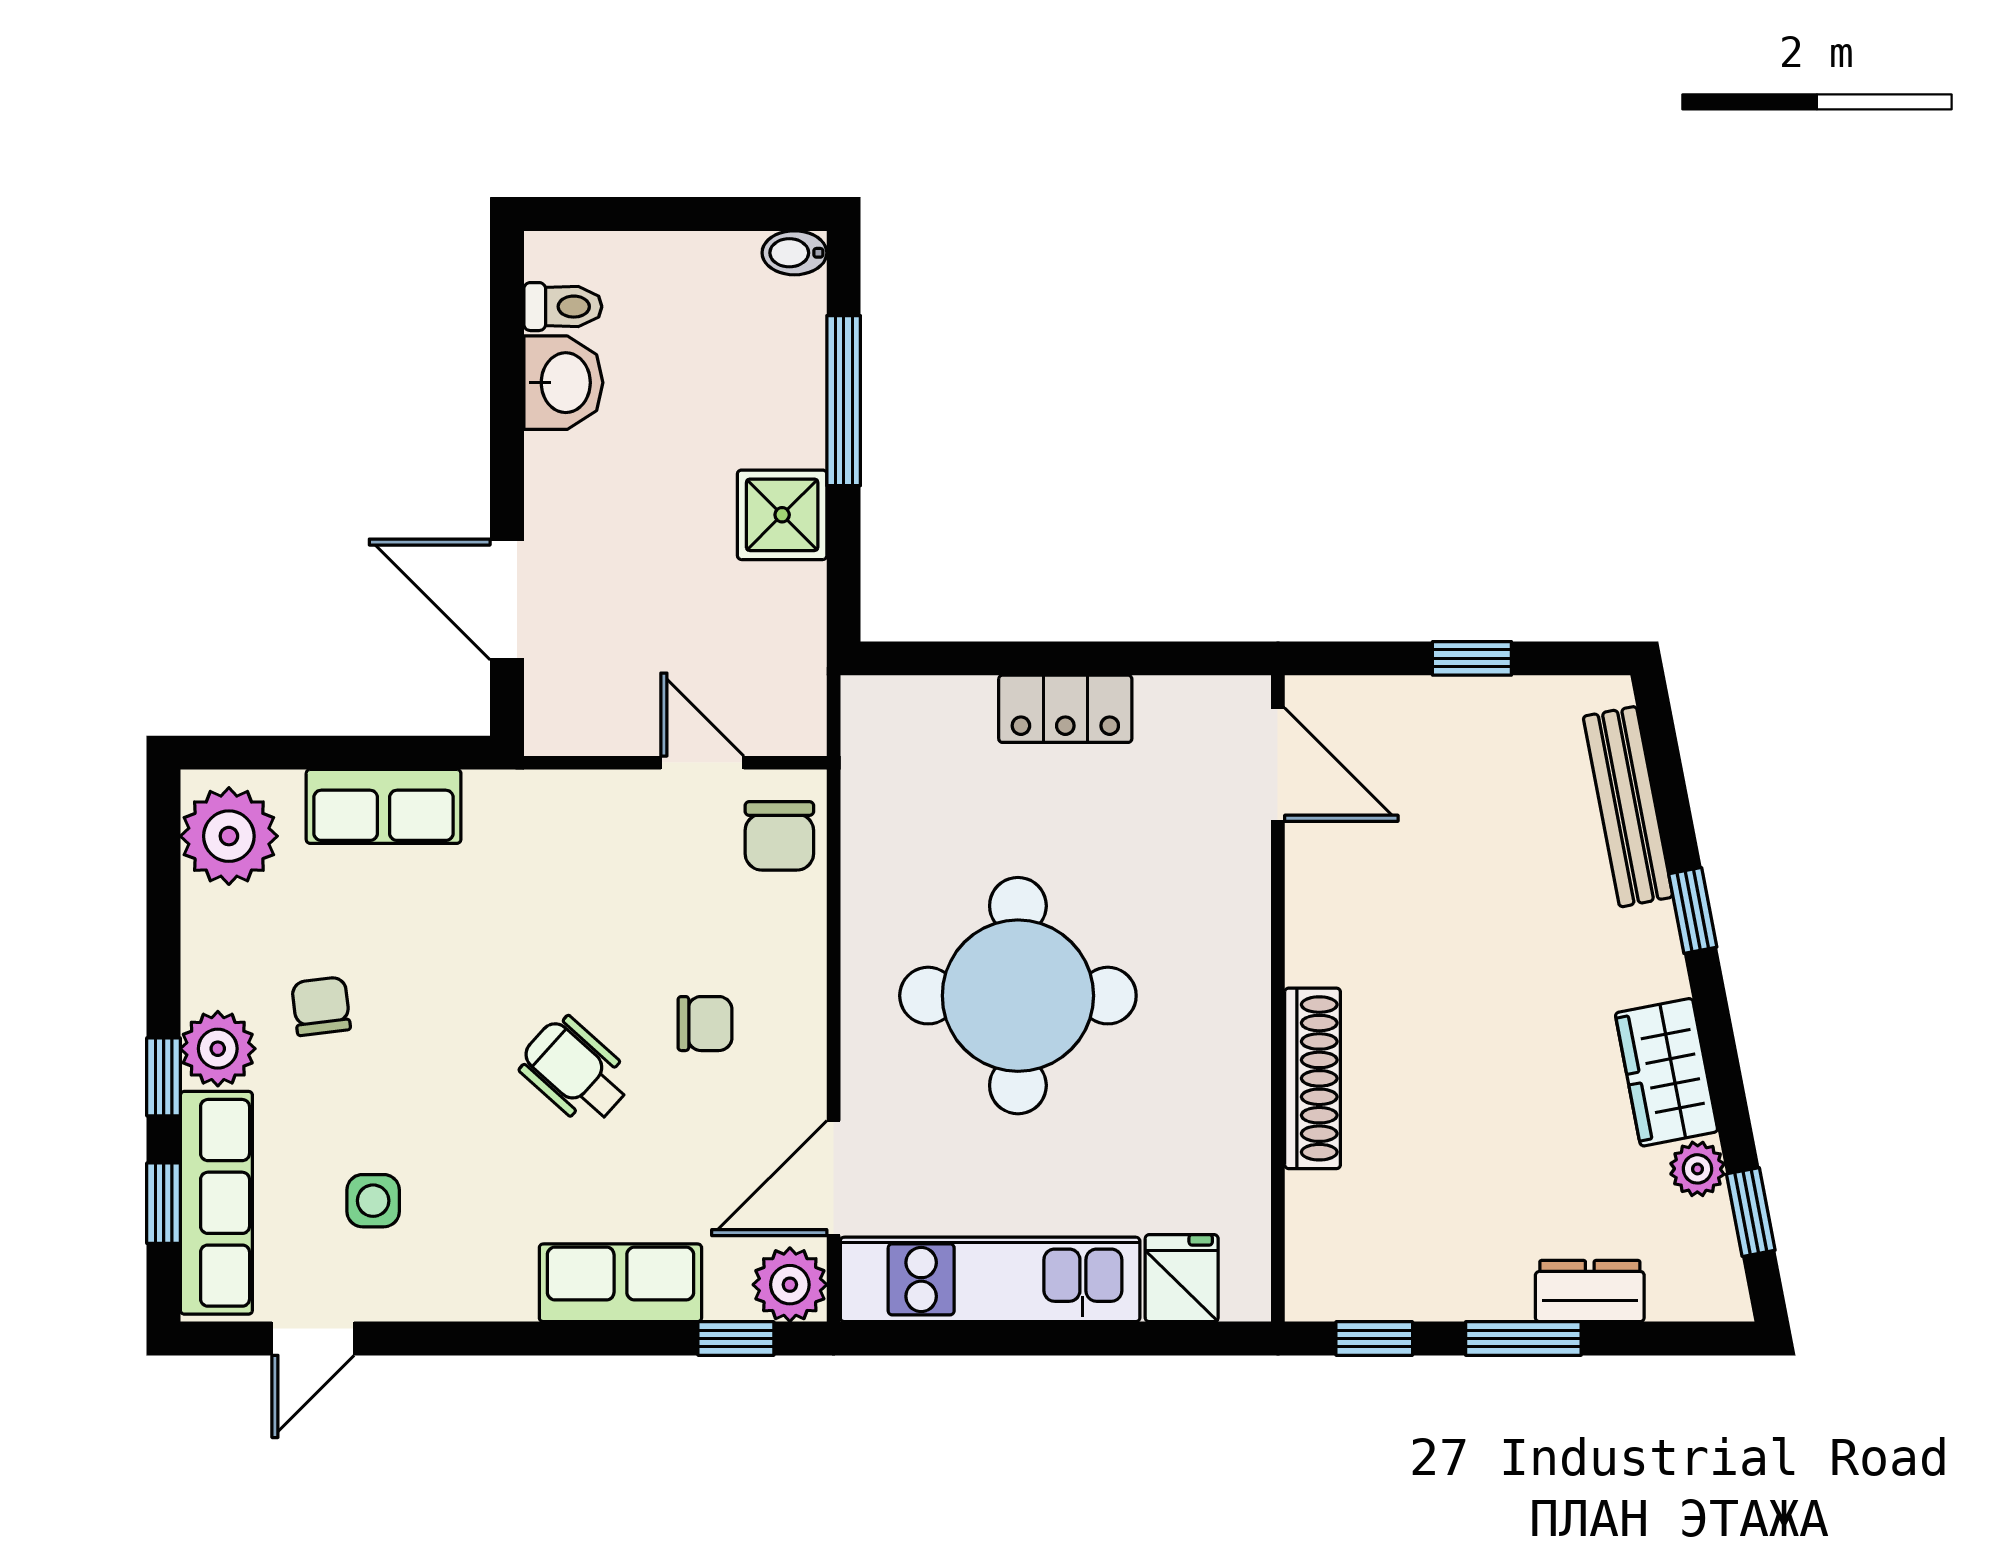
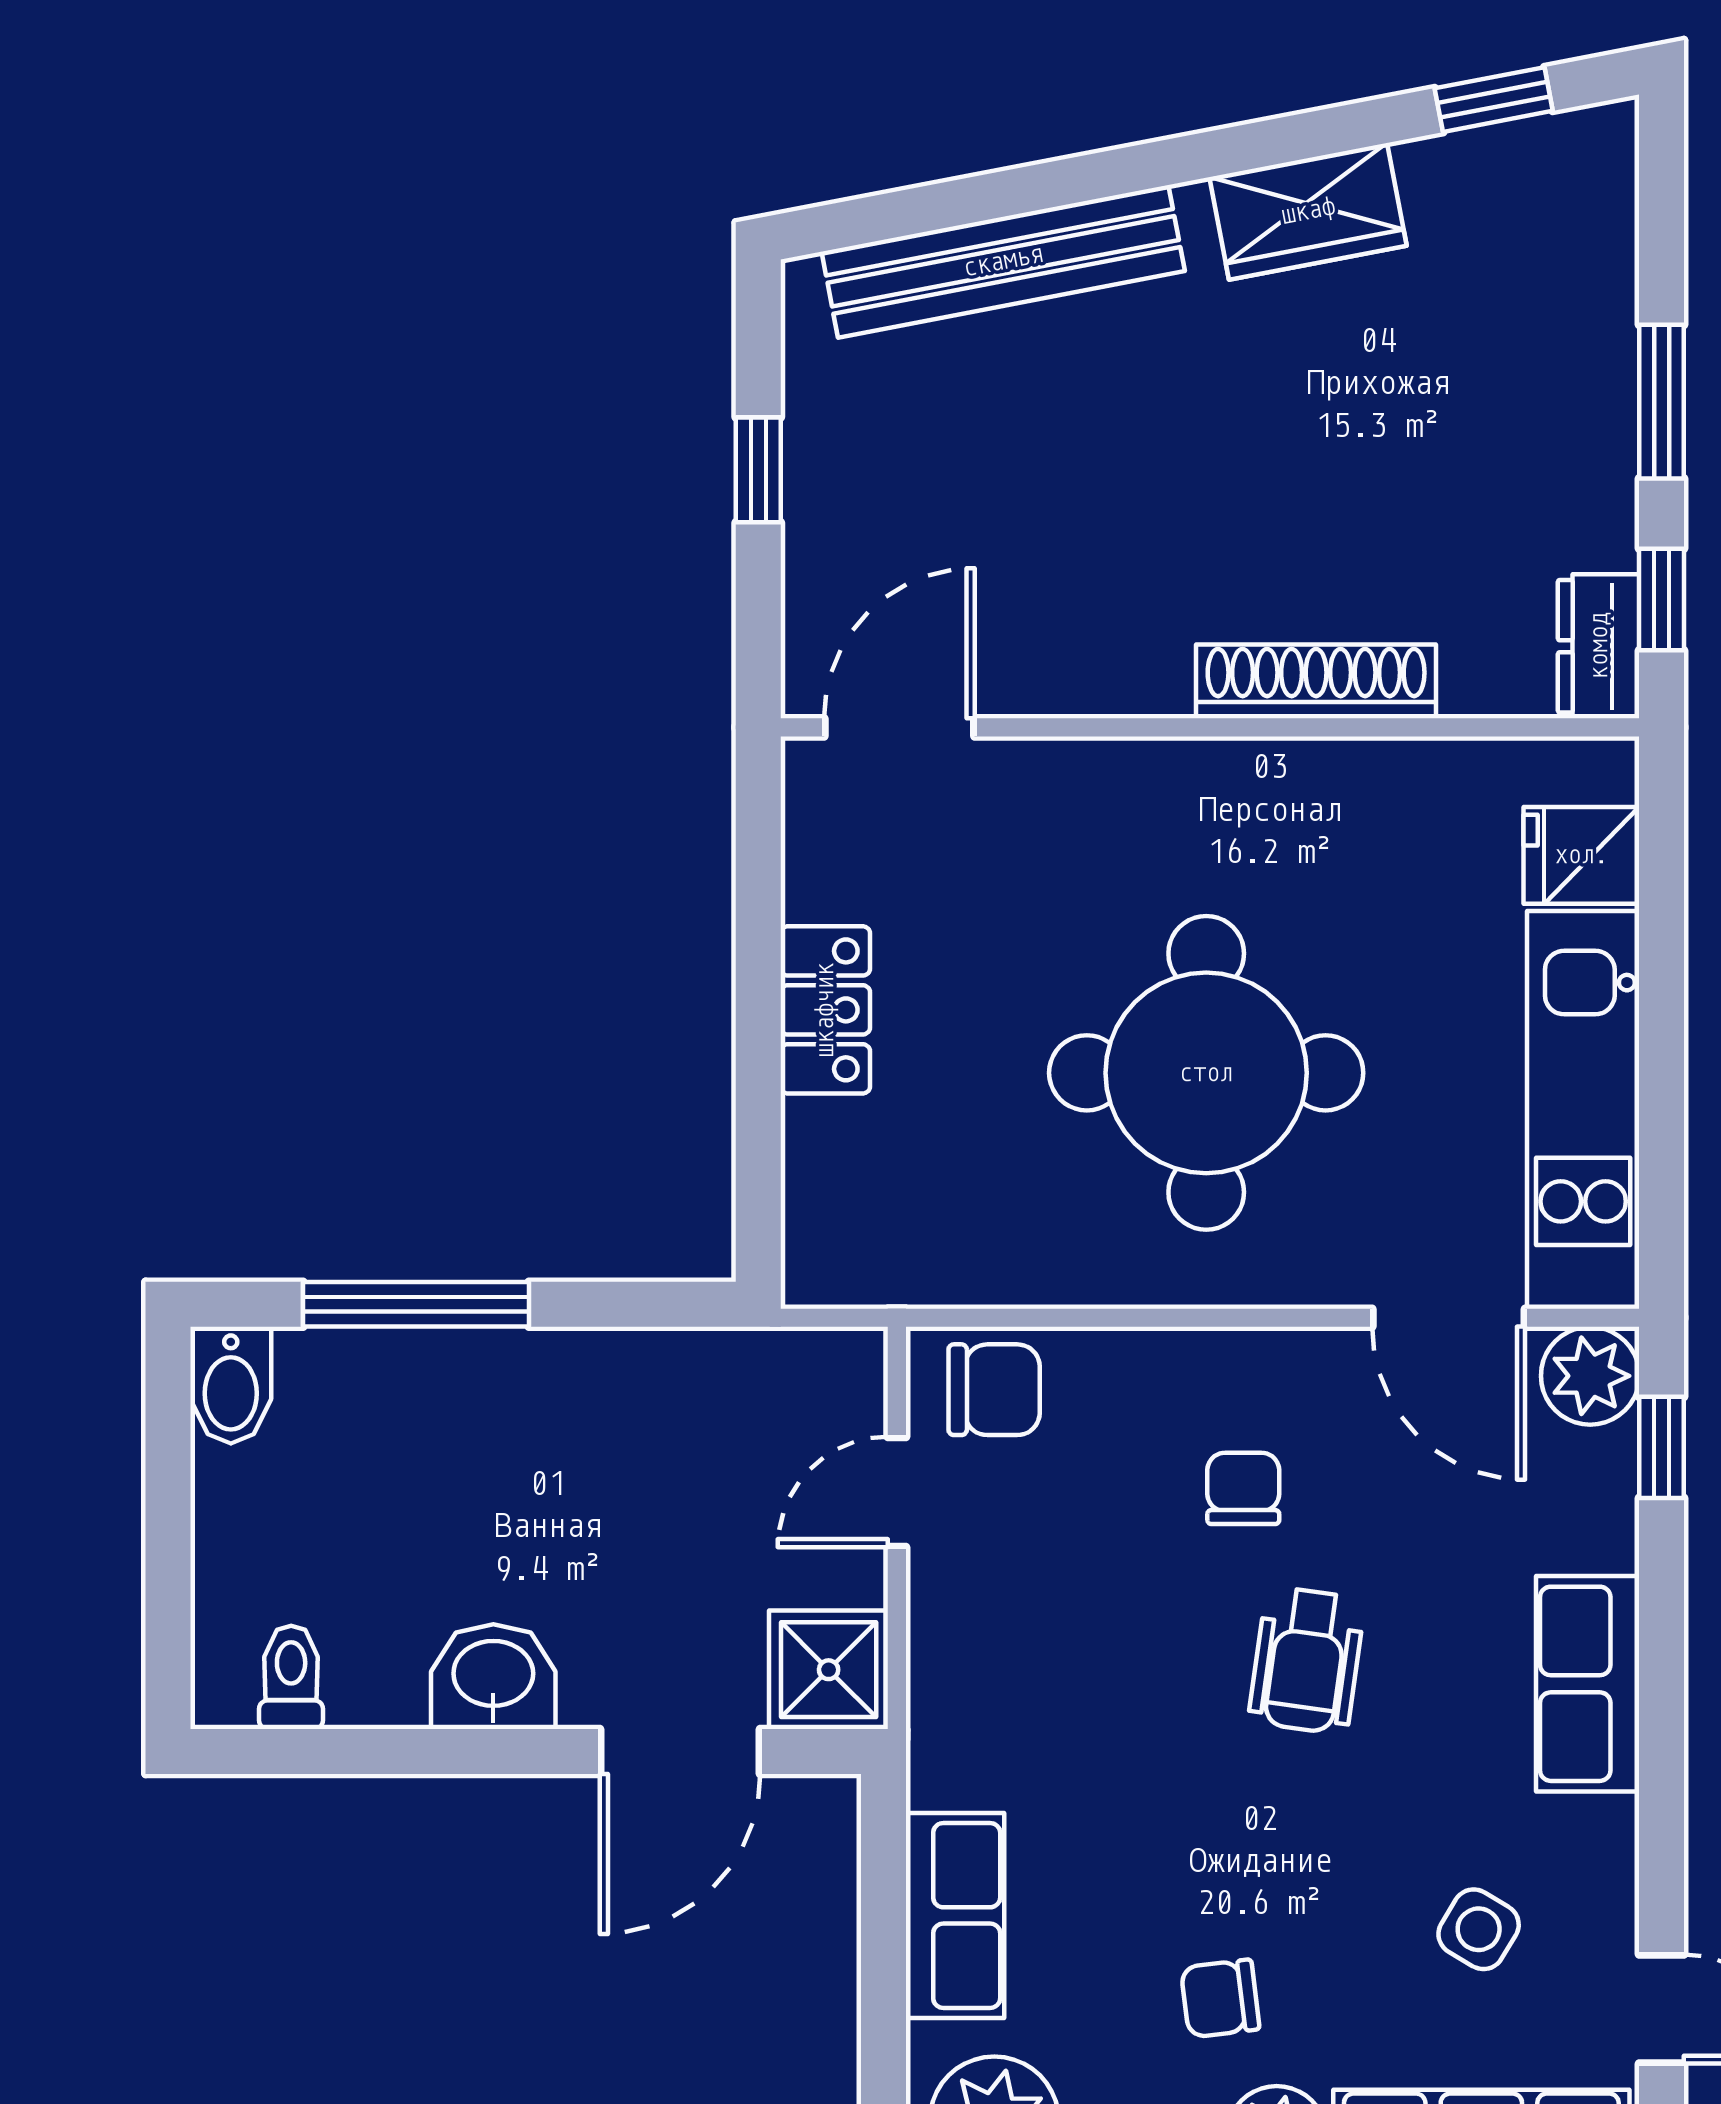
bidet: (794, 253) -> (231, 1385), width x1.38, depth x1.36
washbasin: (563, 383) -> (493, 1677), moved
shower: (782, 515) -> (829, 1670), moved
bench: (1628, 807) -> (1003, 261), width x1.37, depth x1.21
window: (1693, 910) -> (1093, 177), removed
wheelchair: (575, 1071) -> (1307, 1660), turned -34
plant: (1697, 1169) -> (1436, 170), removed
side table: (373, 1201) -> (1479, 1929), turned 31
row of seats: (620, 1283) -> (1588, 1684), moved
dresser: (1590, 1291) -> (1599, 646), moved

